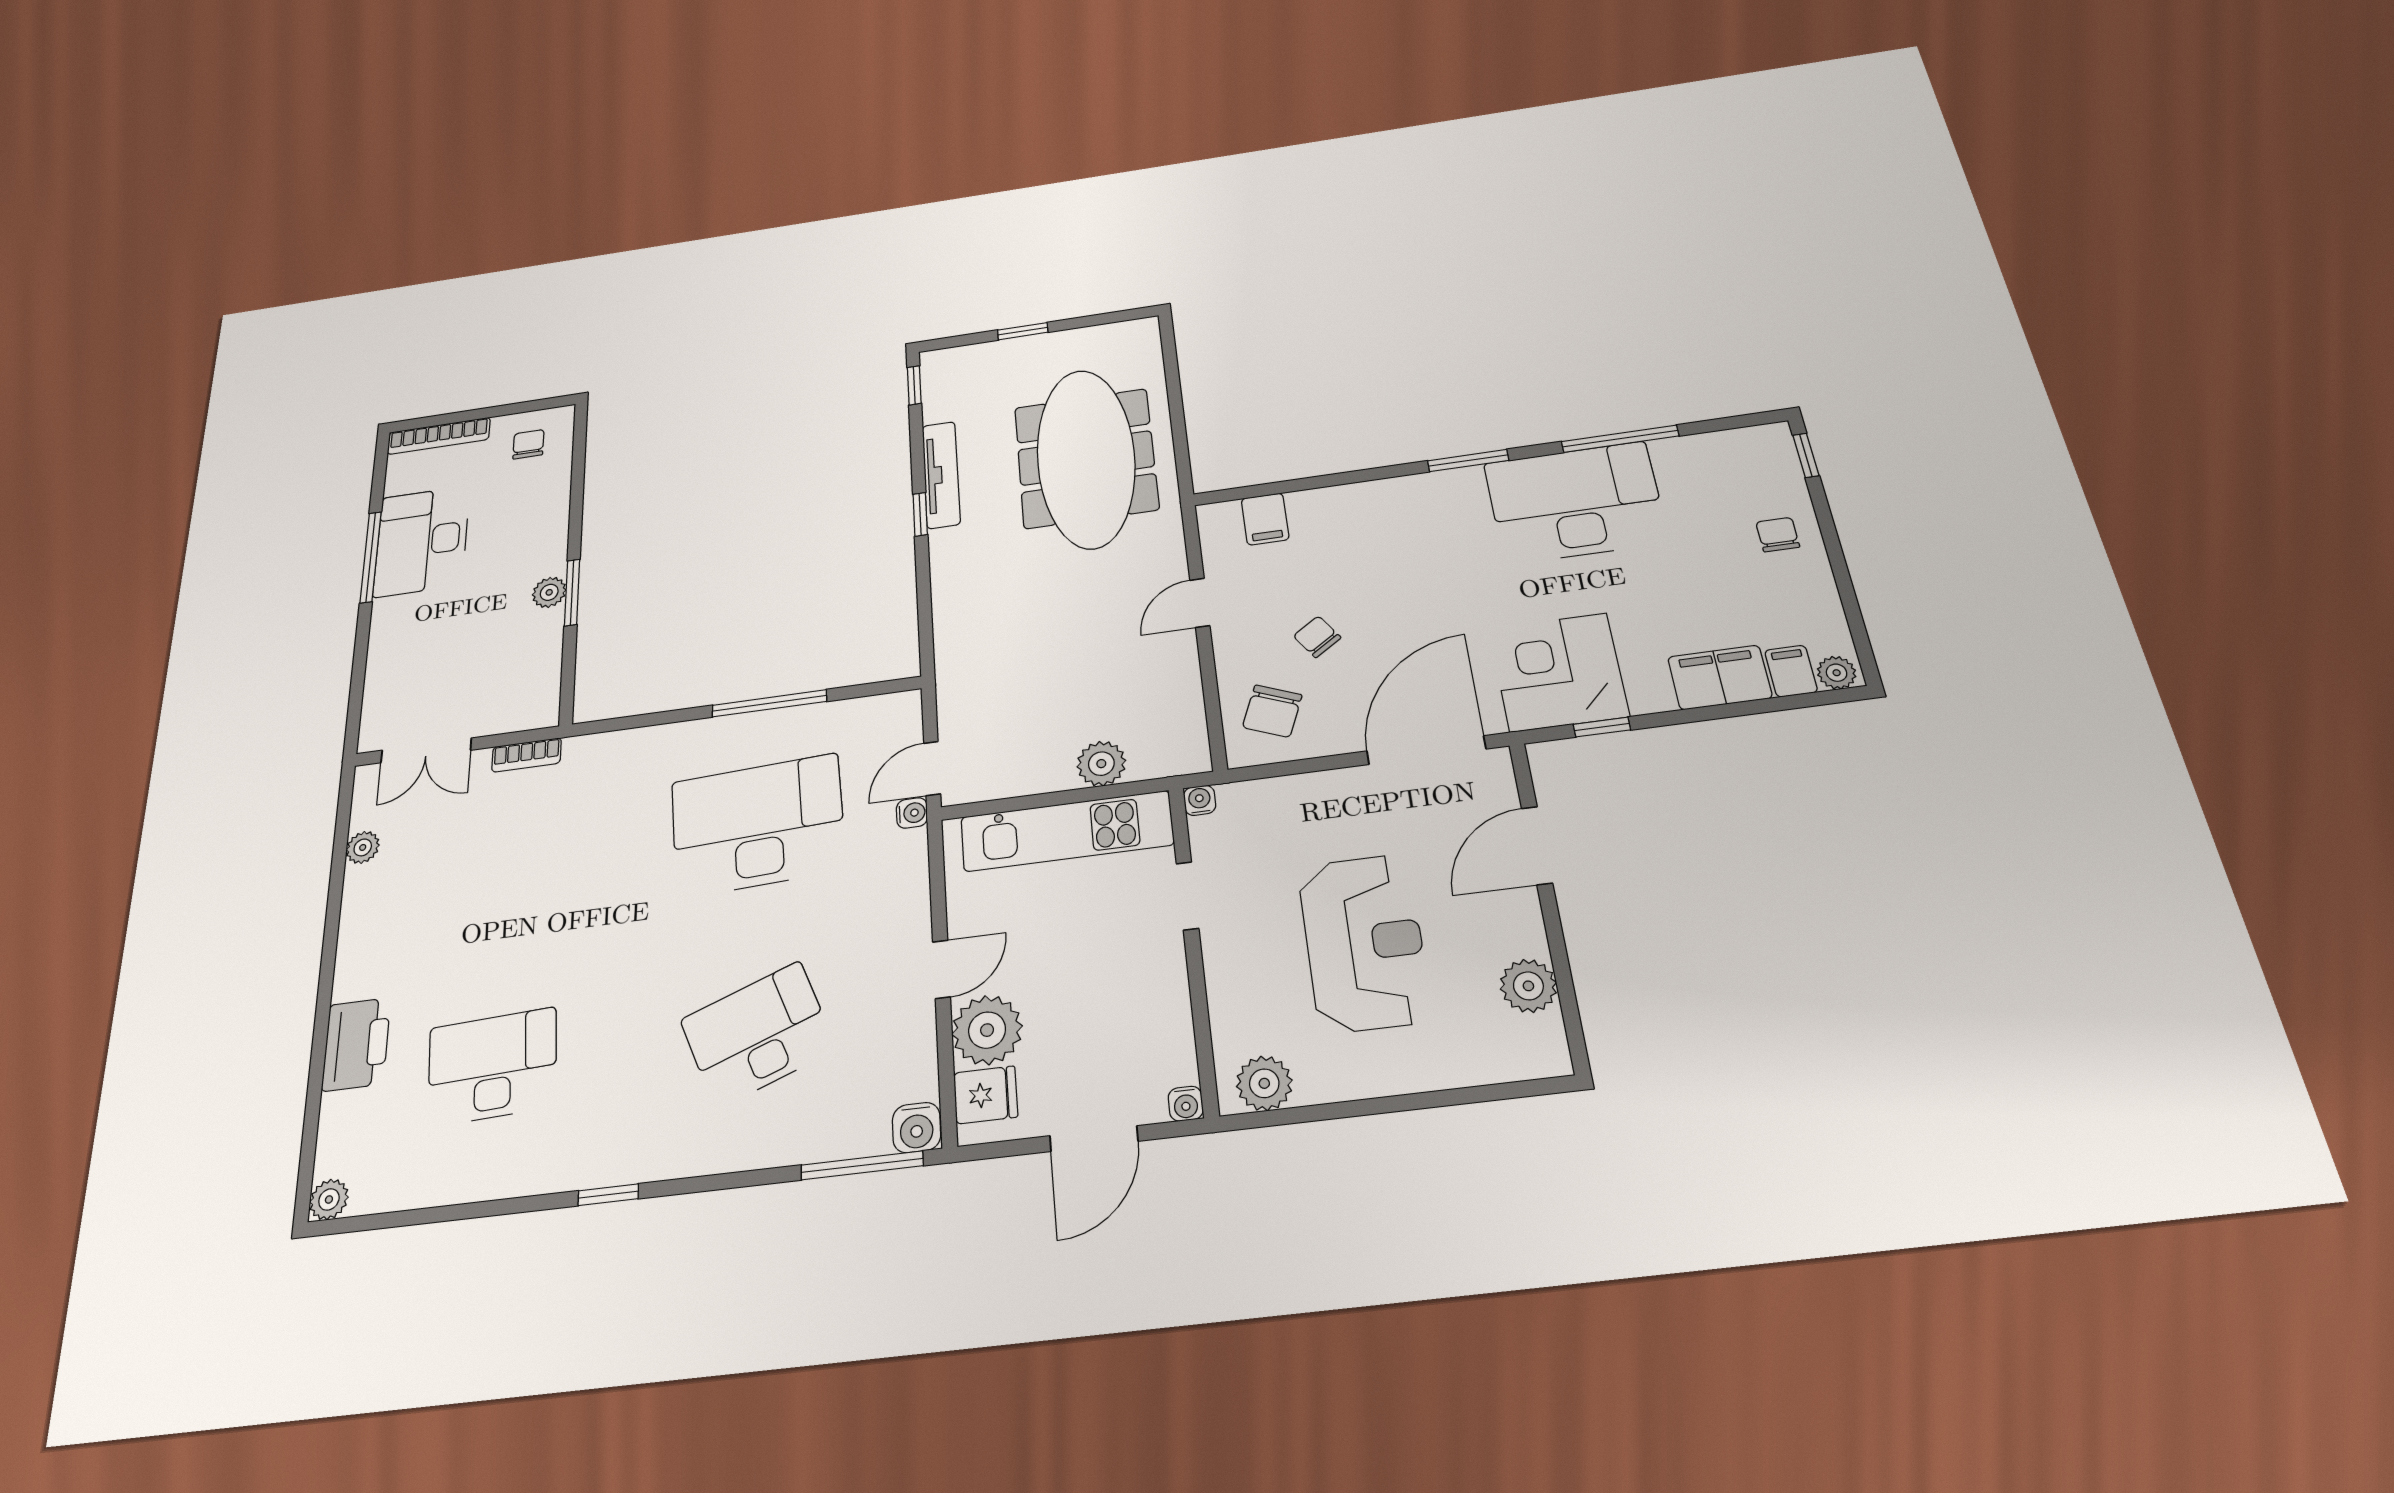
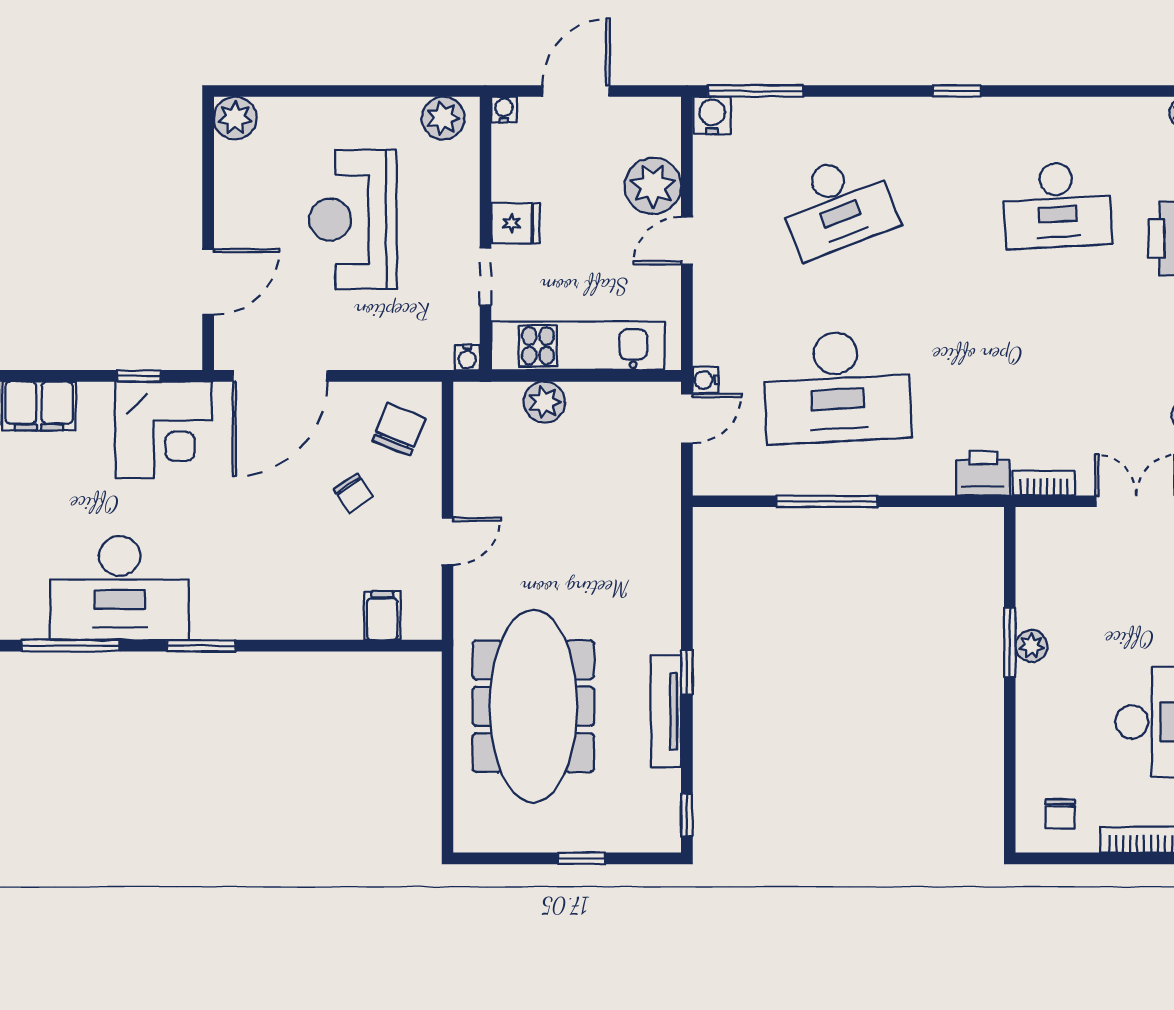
printer: (594, 756) -> (983, 473), added
plant: (1528, 986) -> (235, 118), moved
fridge: (986, 1095) -> (515, 223), moved, turned 180

